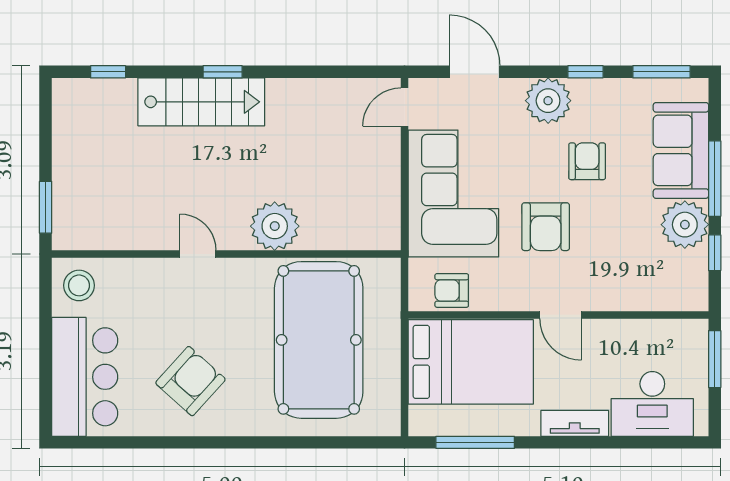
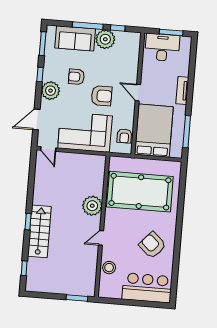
stool: (79, 285) -> (109, 268), moved
door: (561, 315) -> (138, 93), swing flipped
window: (715, 359) -> (171, 32), moved
desk: (652, 404) -> (162, 47), moved, turned -90

